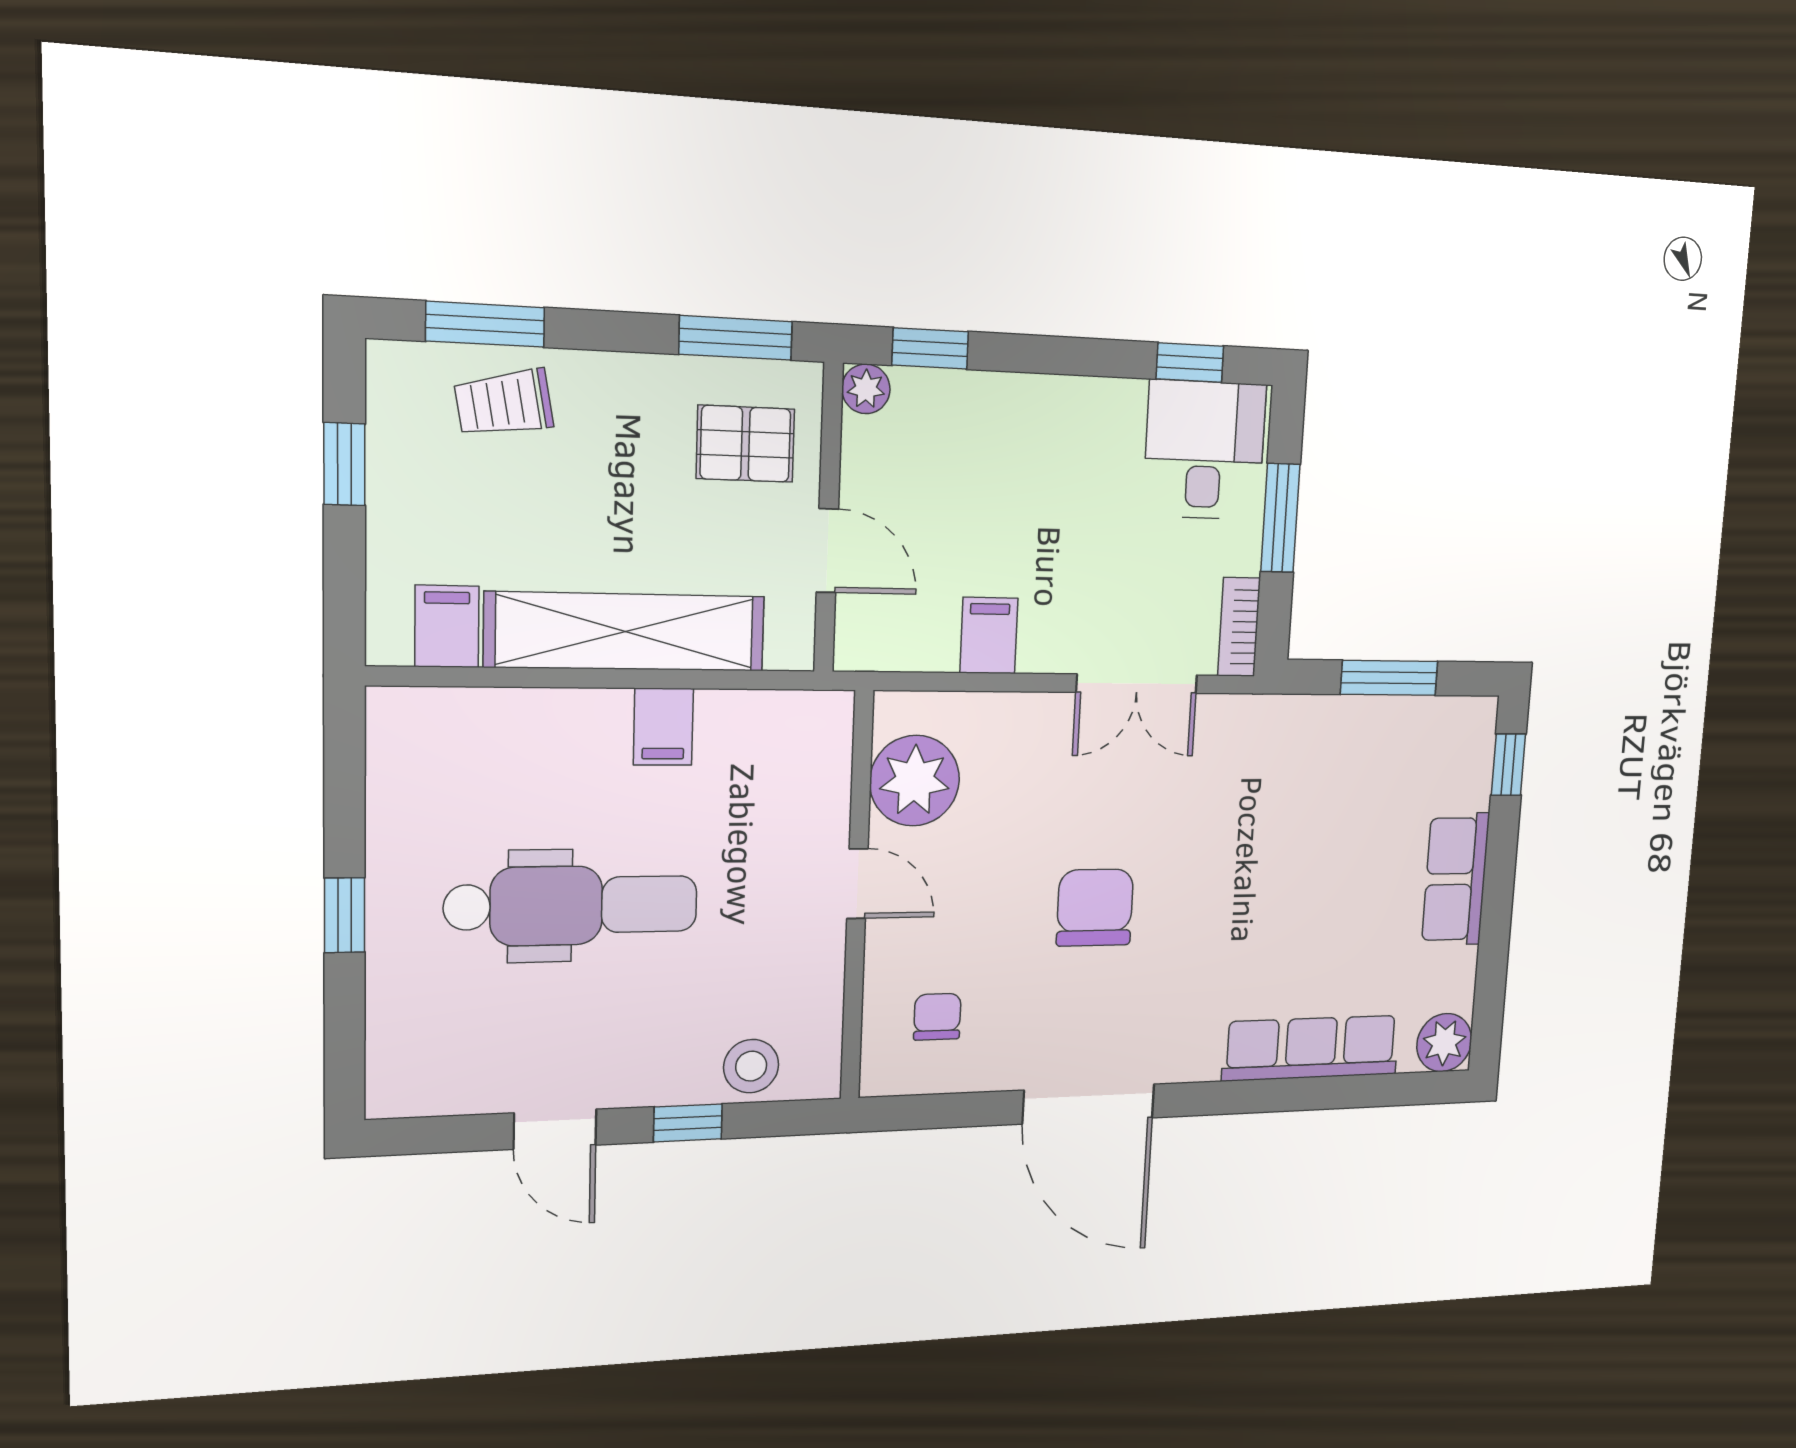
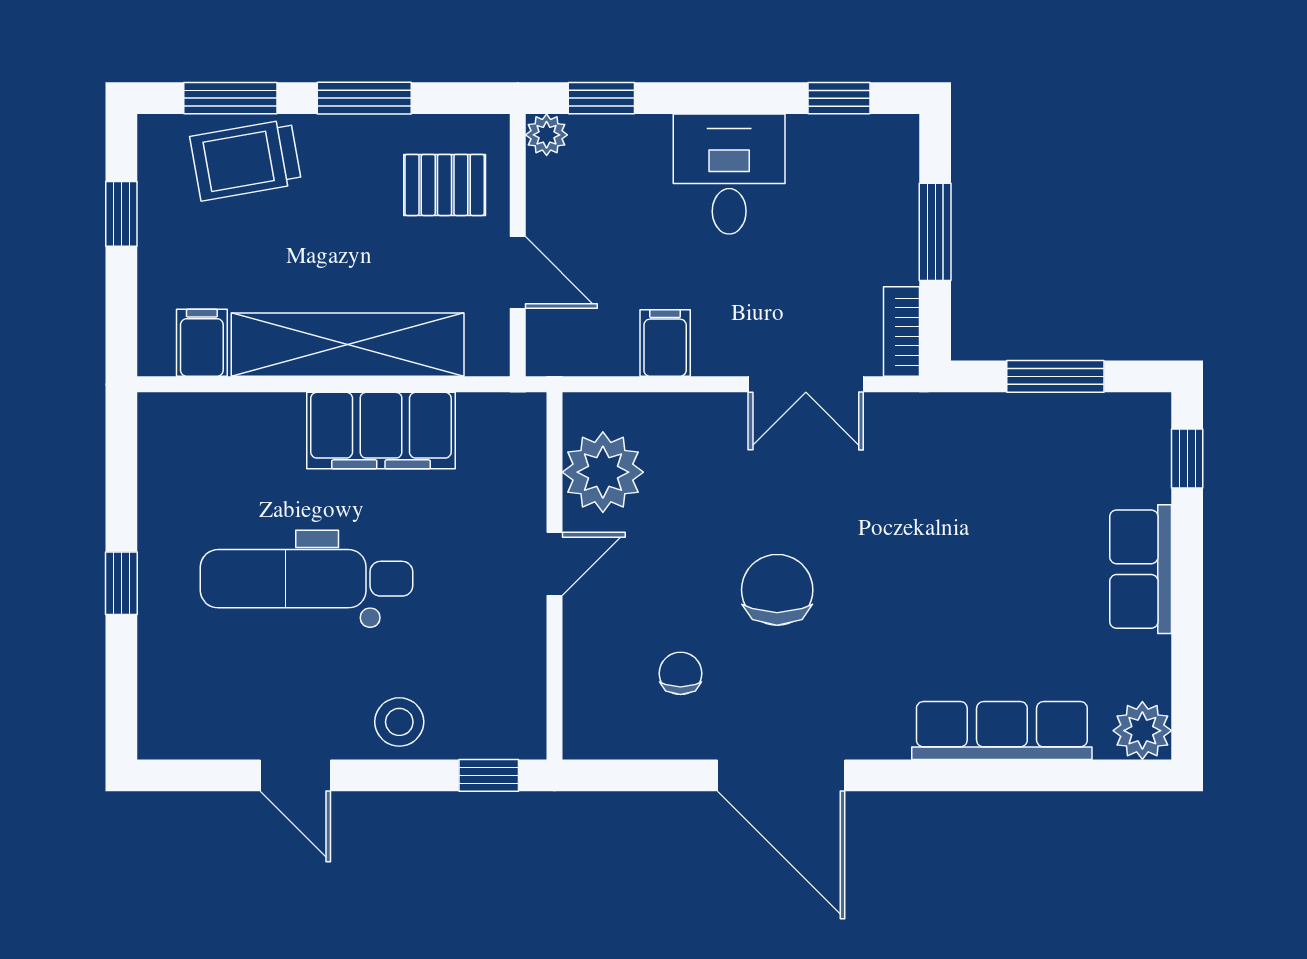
window: (736, 338) -> (364, 98), moved
trolley: (504, 403) -> (246, 160), width x1.36, depth x1.39
desk: (1205, 450) -> (729, 174), moved
filing cabinet: (663, 727) -> (381, 431), width x3.00, depth x1.17
door: (857, 884) -> (555, 564), hinge flipped
dental chair: (572, 906) -> (307, 579), turned 180
chair: (937, 1017) -> (681, 673), moved
stool: (751, 1066) -> (399, 722), moved
window: (688, 1123) -> (489, 775), moved

